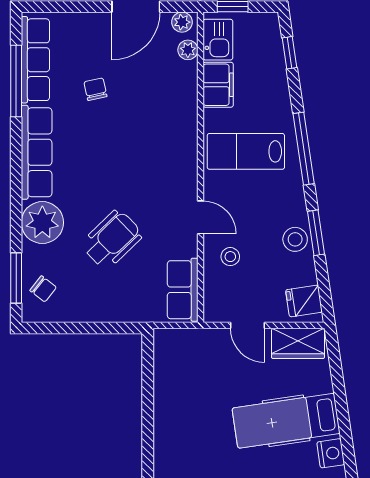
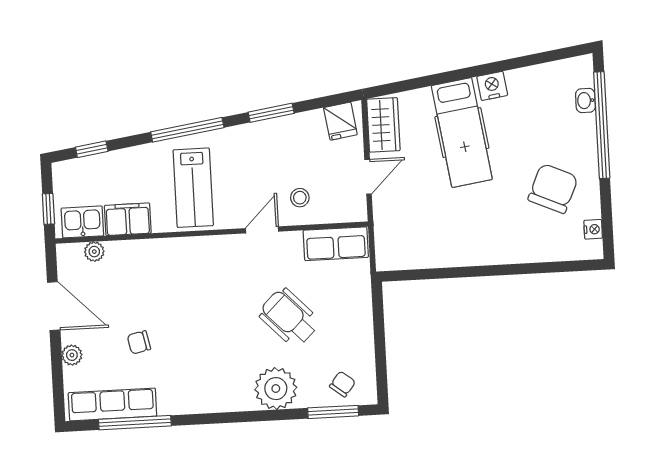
plant: (182, 22) -> (72, 355), moved
row of seats: (37, 152) -> (205, 398), removed
stool: (295, 239) -> (279, 133), removed

